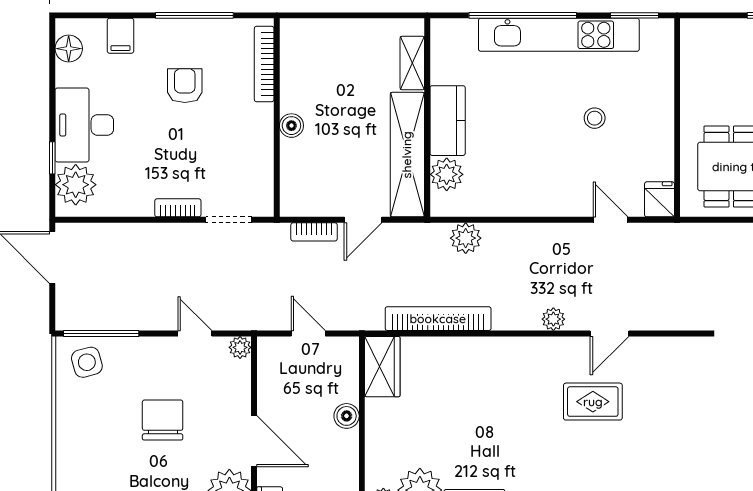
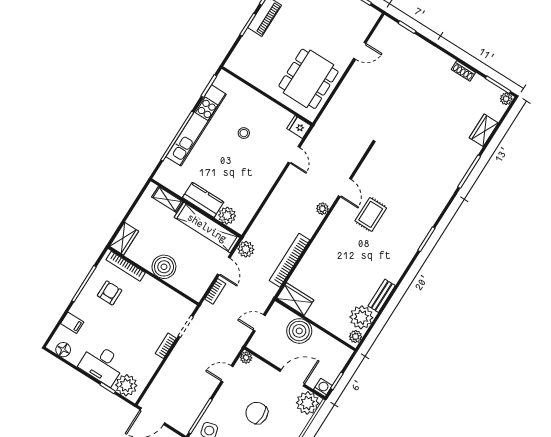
wardrobe: (306, 34) -> (124, 239), added
armchair: (185, 86) -> (110, 293), moved, turned 90
boiler: (291, 126) -> (164, 267), width x1.86, depth x1.86
door: (610, 220) -> (294, 155), swing flipped
plant: (466, 238) -> (246, 249), moved
boiler: (347, 416) -> (299, 331), width x1.86, depth x1.86

